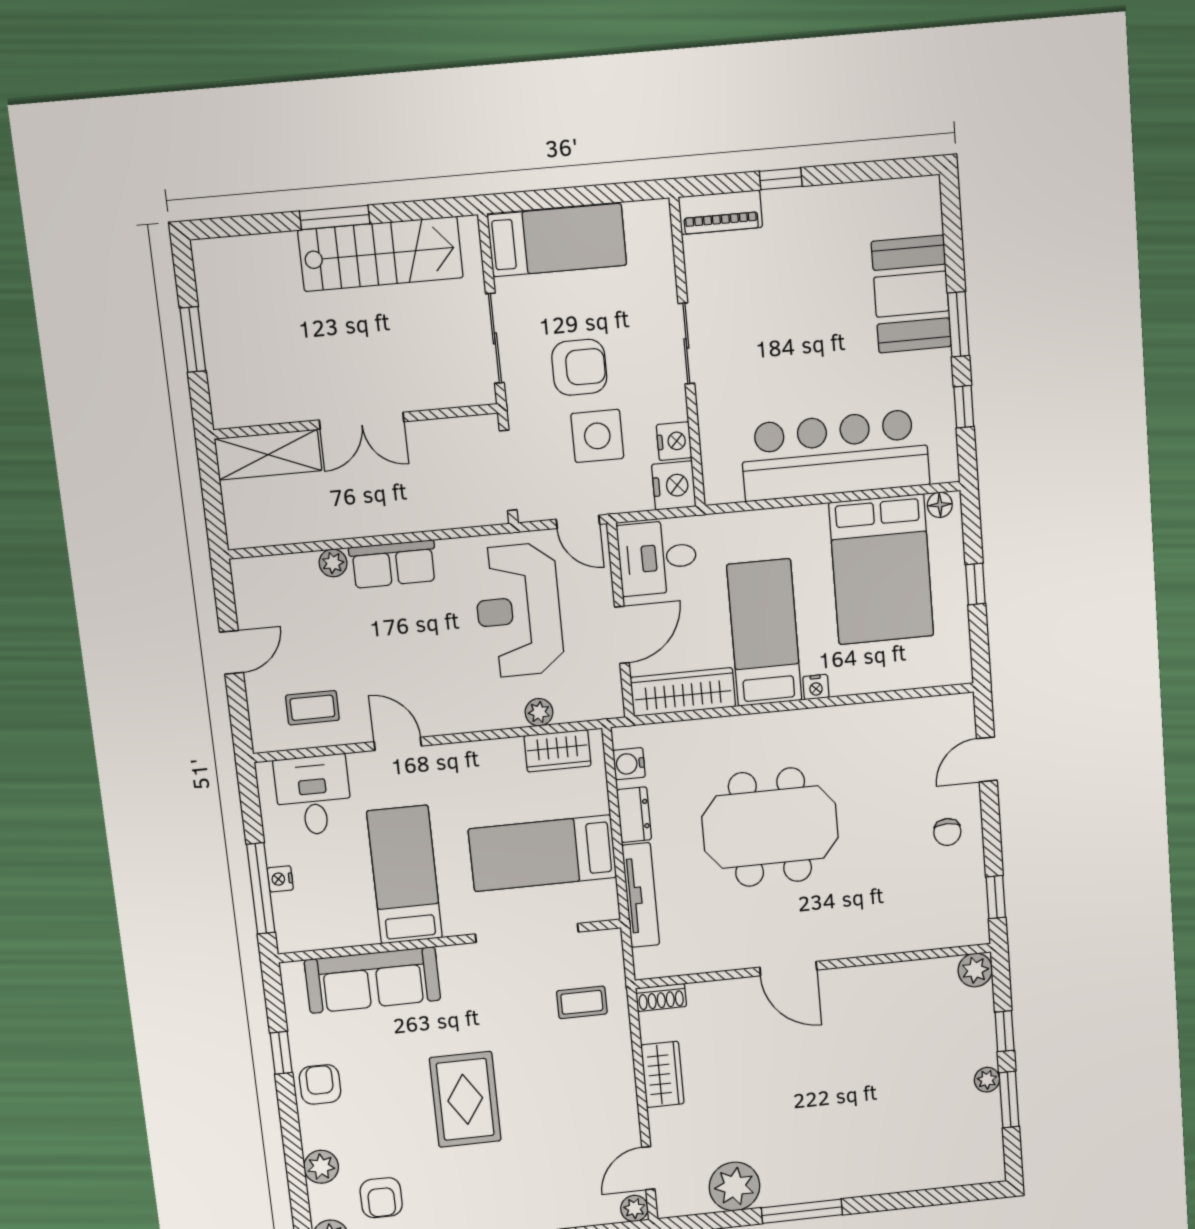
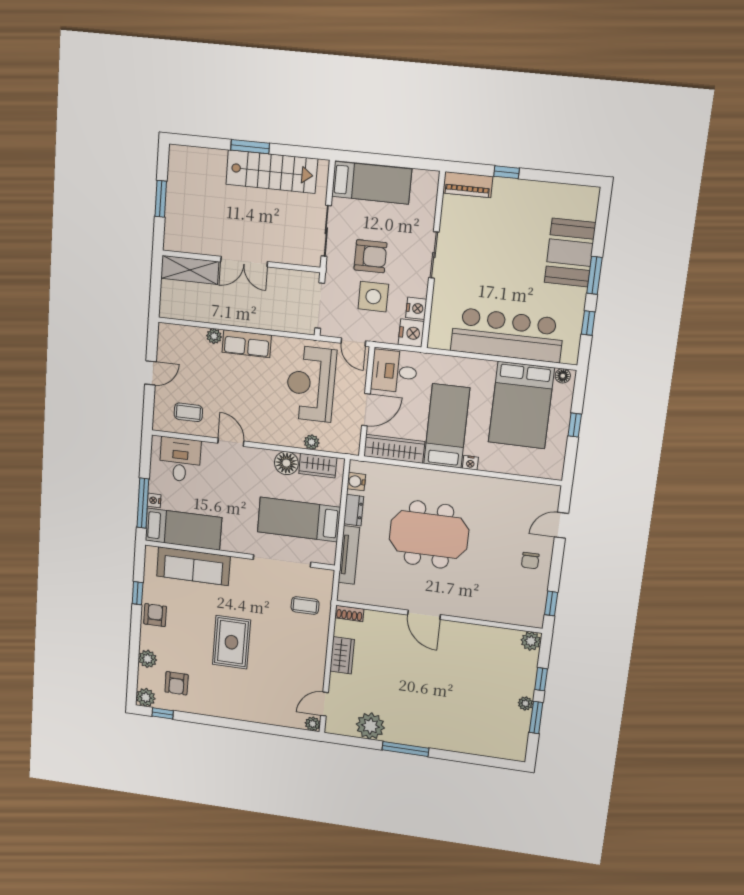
floor lamp: (502, 759) -> (286, 463), added
bed: (405, 875) -> (183, 529), moved, turned 90

